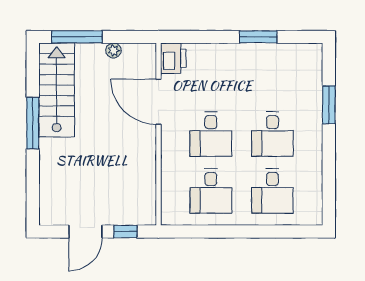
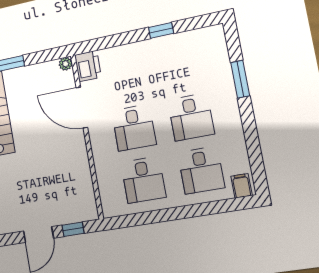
window: (258, 37) -> (161, 30), width x0.67
plant: (113, 51) -> (66, 64), moved
filing cabinet: (310, 214) -> (241, 186), added

